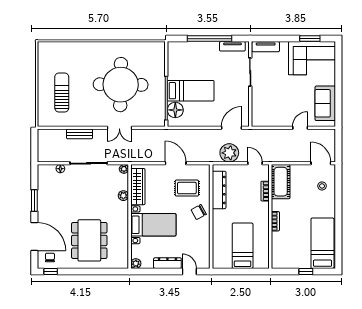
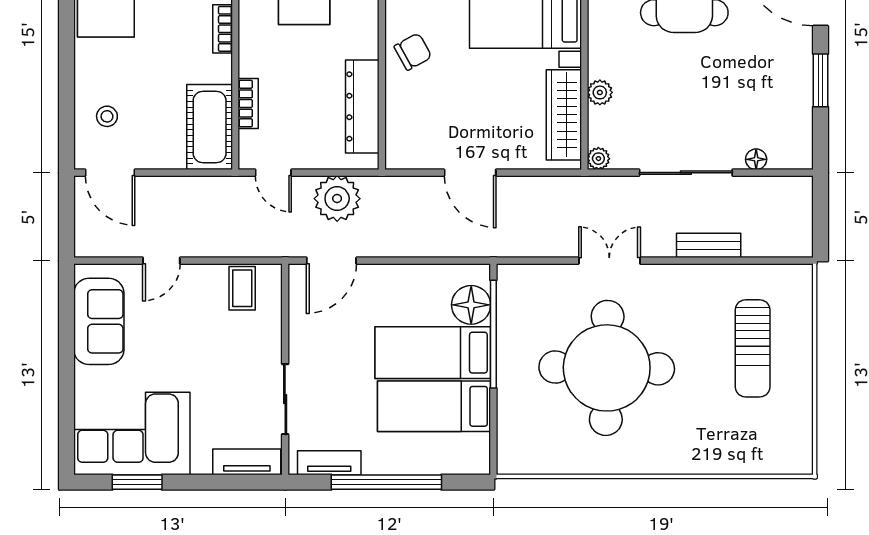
bed: (190, 69) -> (434, 406), added
coffee table: (268, 117) -> (242, 288), added
rug: (187, 188) -> (442, 111), removed

